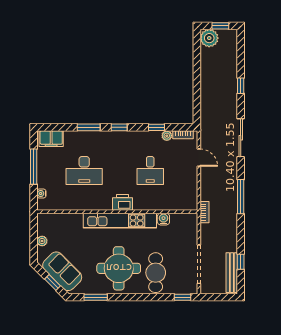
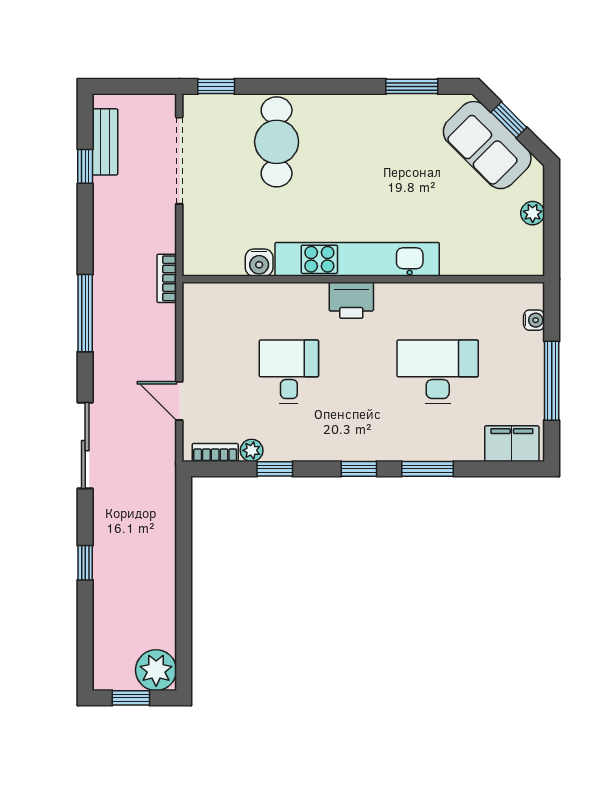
round table: (119, 268) -> (360, 152), removed
bench: (232, 273) -> (105, 142), width x0.73

